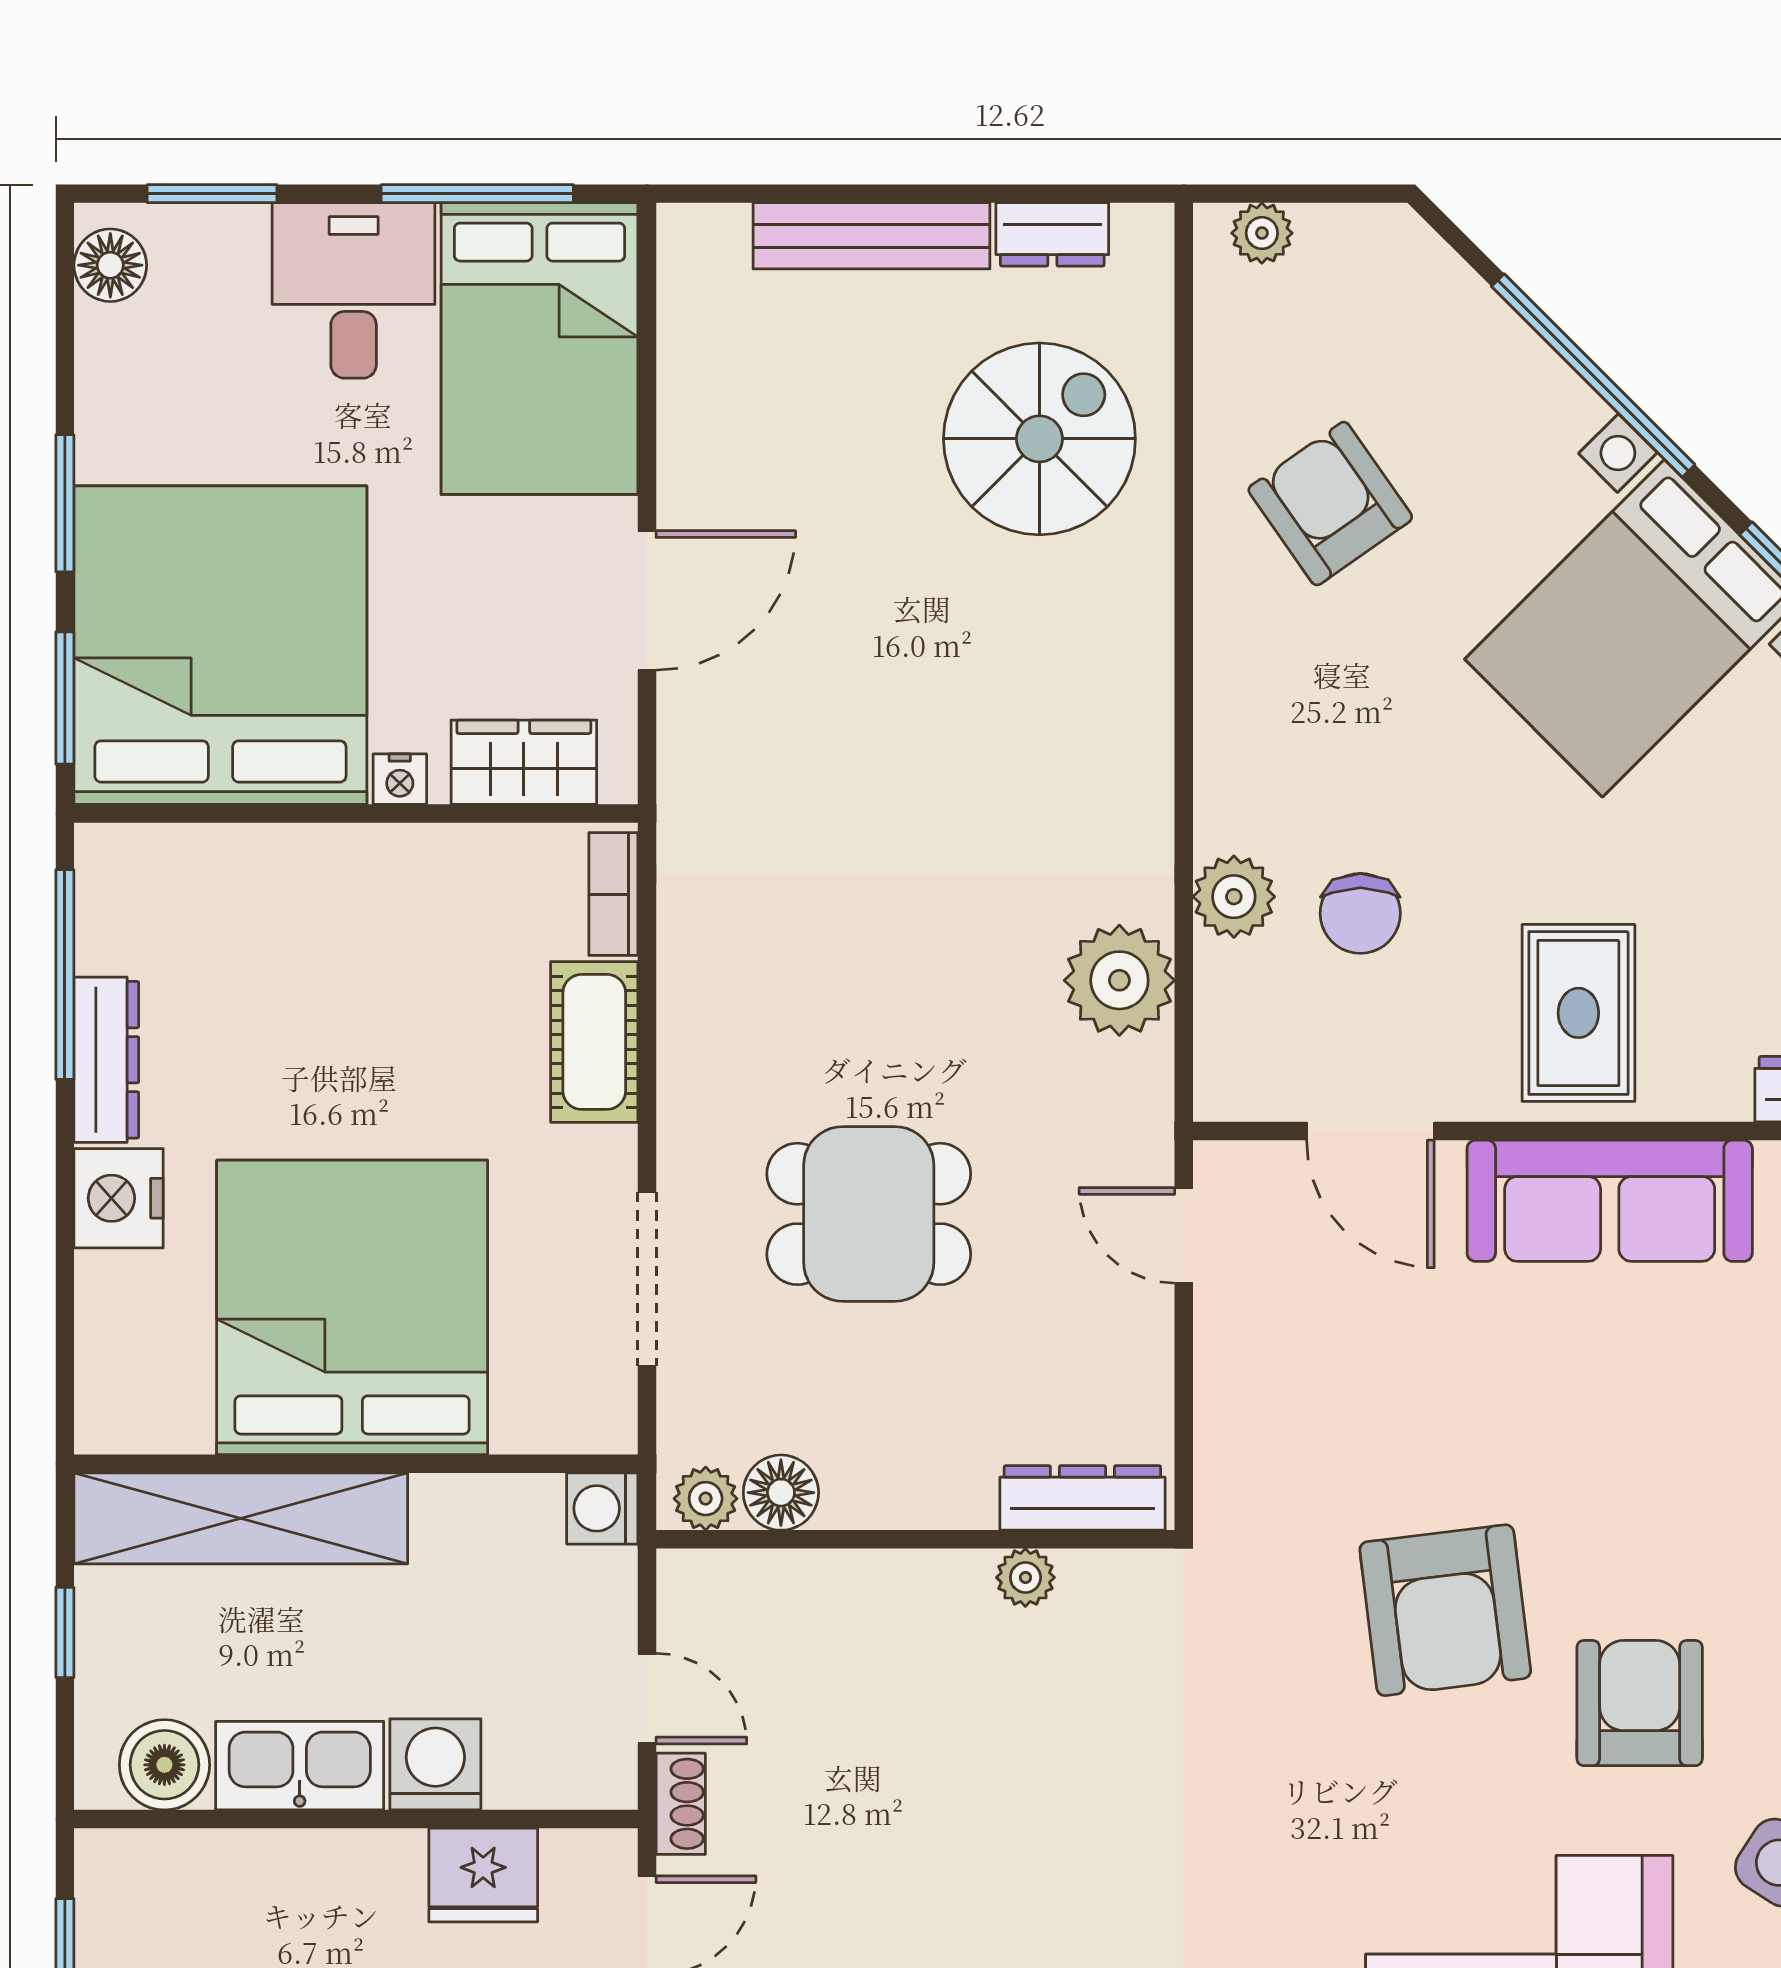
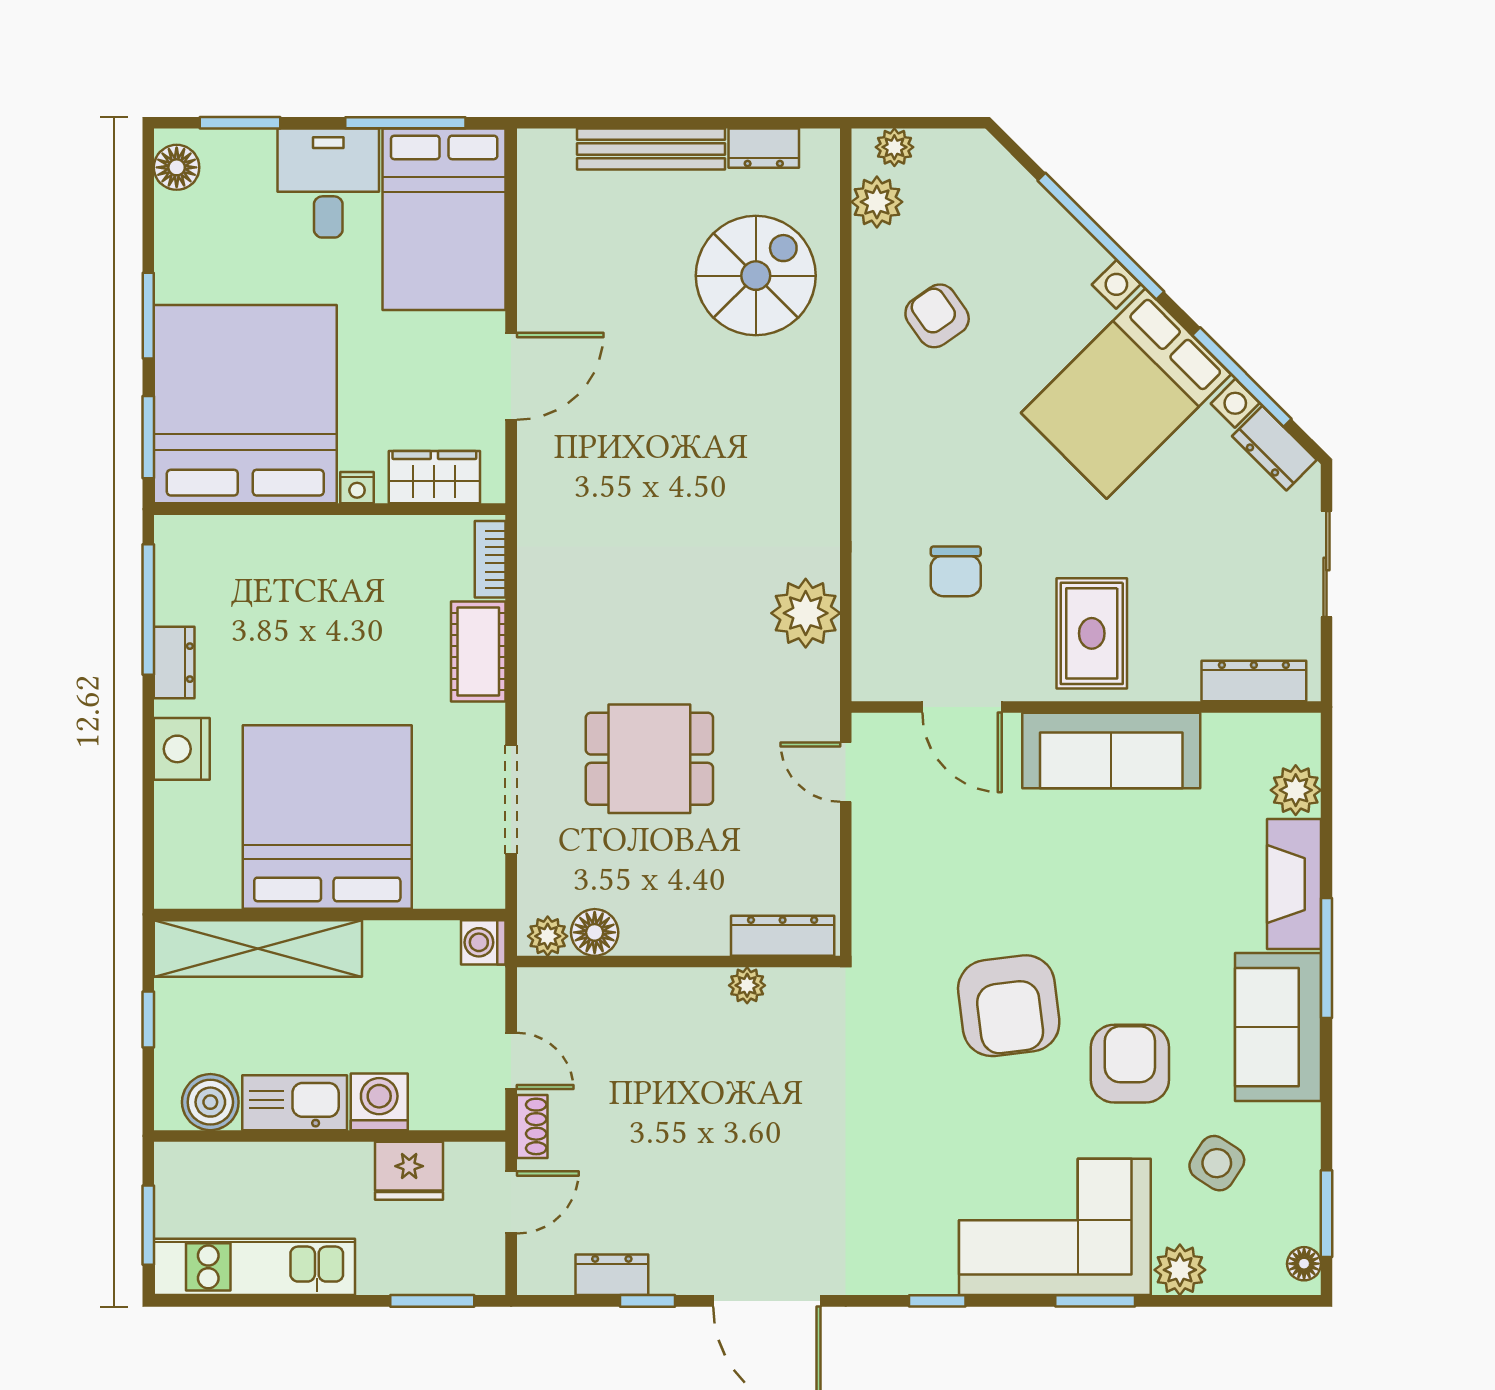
armchair: (1330, 504) -> (937, 316), width x0.72, depth x0.72
plant: (1234, 897) -> (877, 202), moved
dresser: (106, 1060) -> (174, 663), width x0.70

